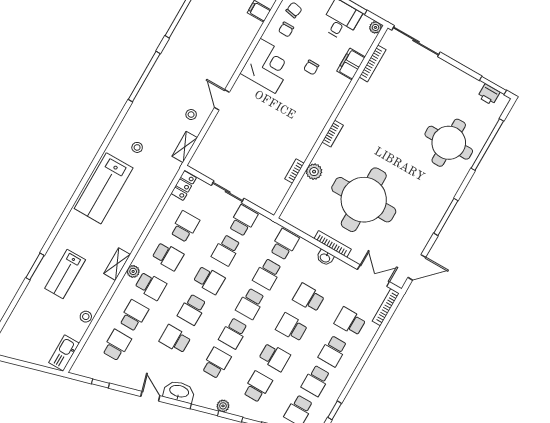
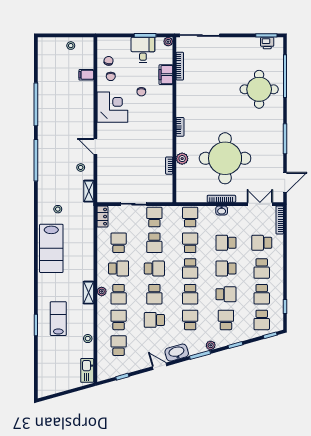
lab bench: (65, 274) -> (58, 319), turned 180
school desk: (267, 274) -> (190, 243), turned 180
school desk: (151, 286) -> (119, 294), turned 90

